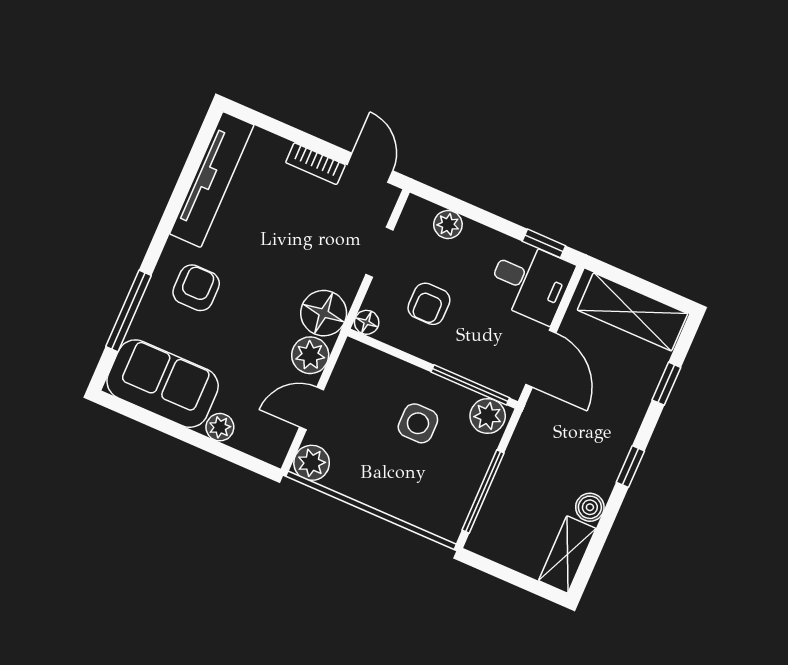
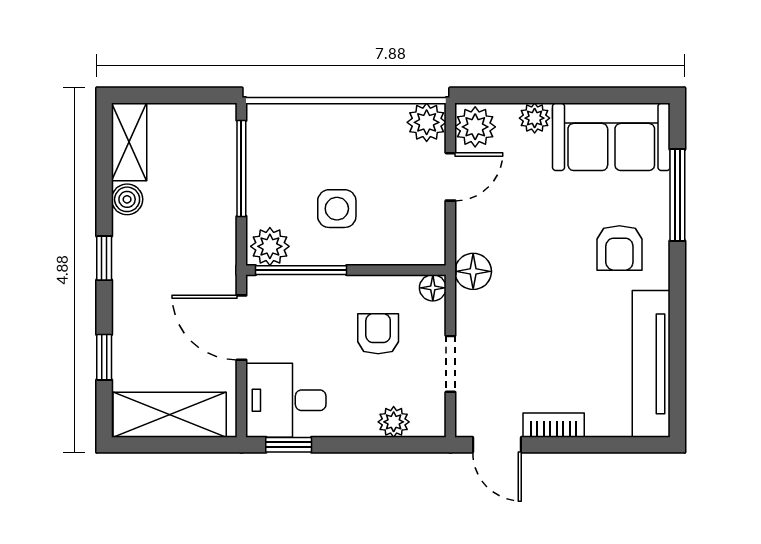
floor lamp: (324, 313) -> (473, 271), width x0.73, depth x0.73
plant: (310, 355) -> (475, 127), moved

